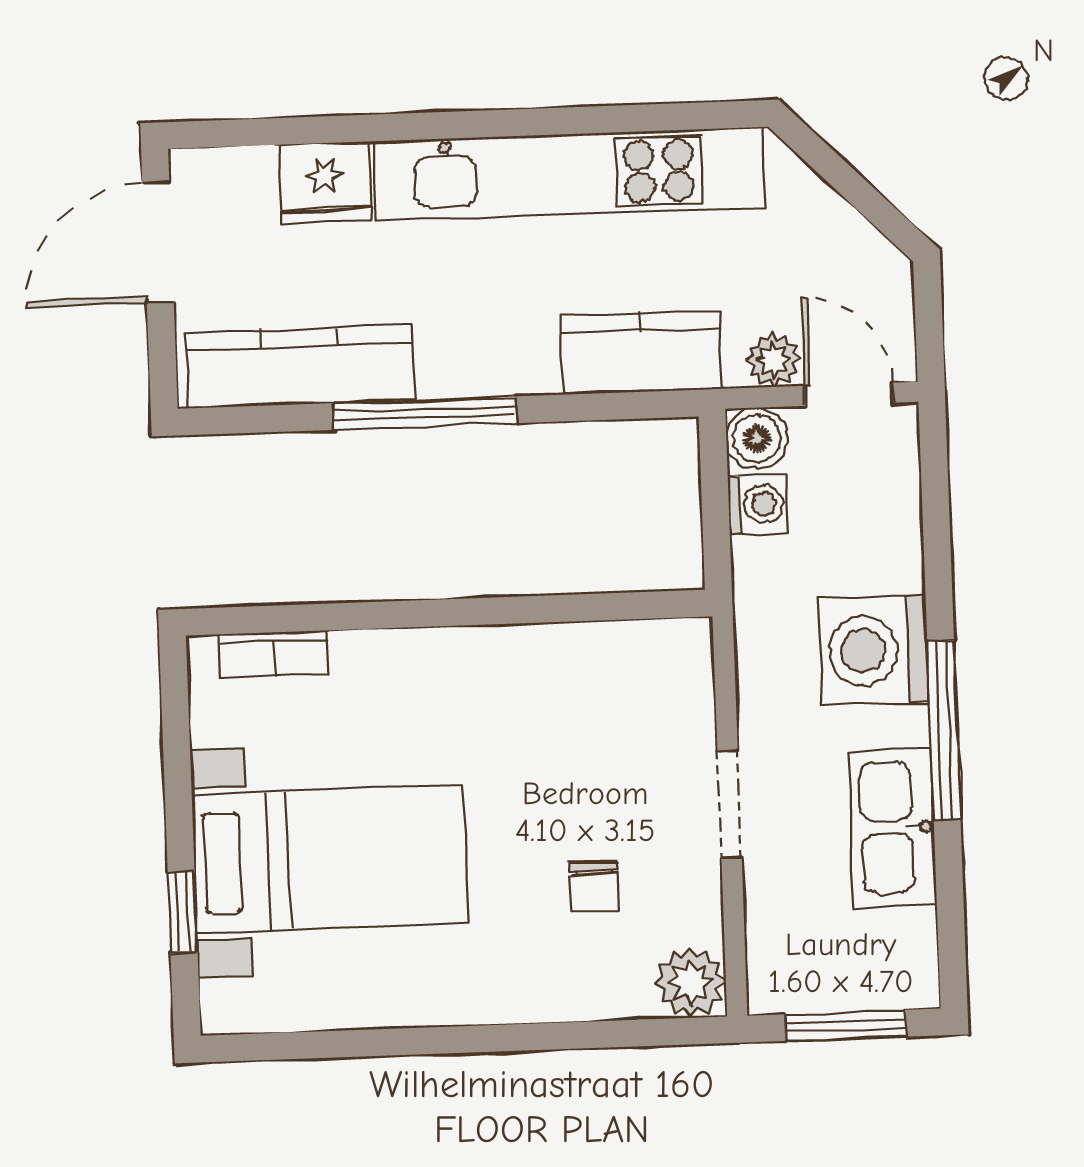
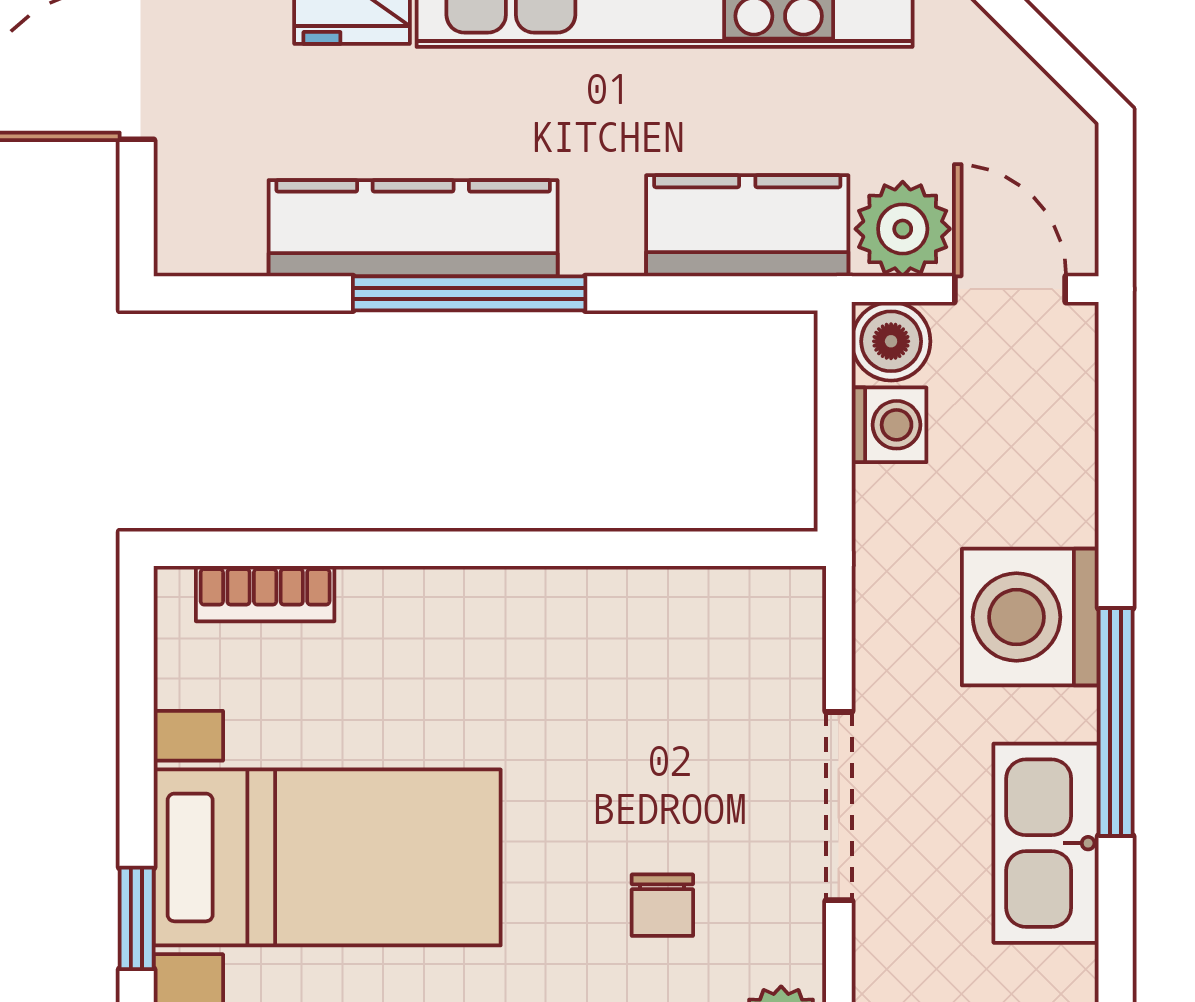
plant: (773, 360) -> (903, 229), width x1.38, depth x1.38
kitchen counter: (300, 367) -> (413, 228), moved
doorway: (730, 804) -> (839, 806), width x1.38

